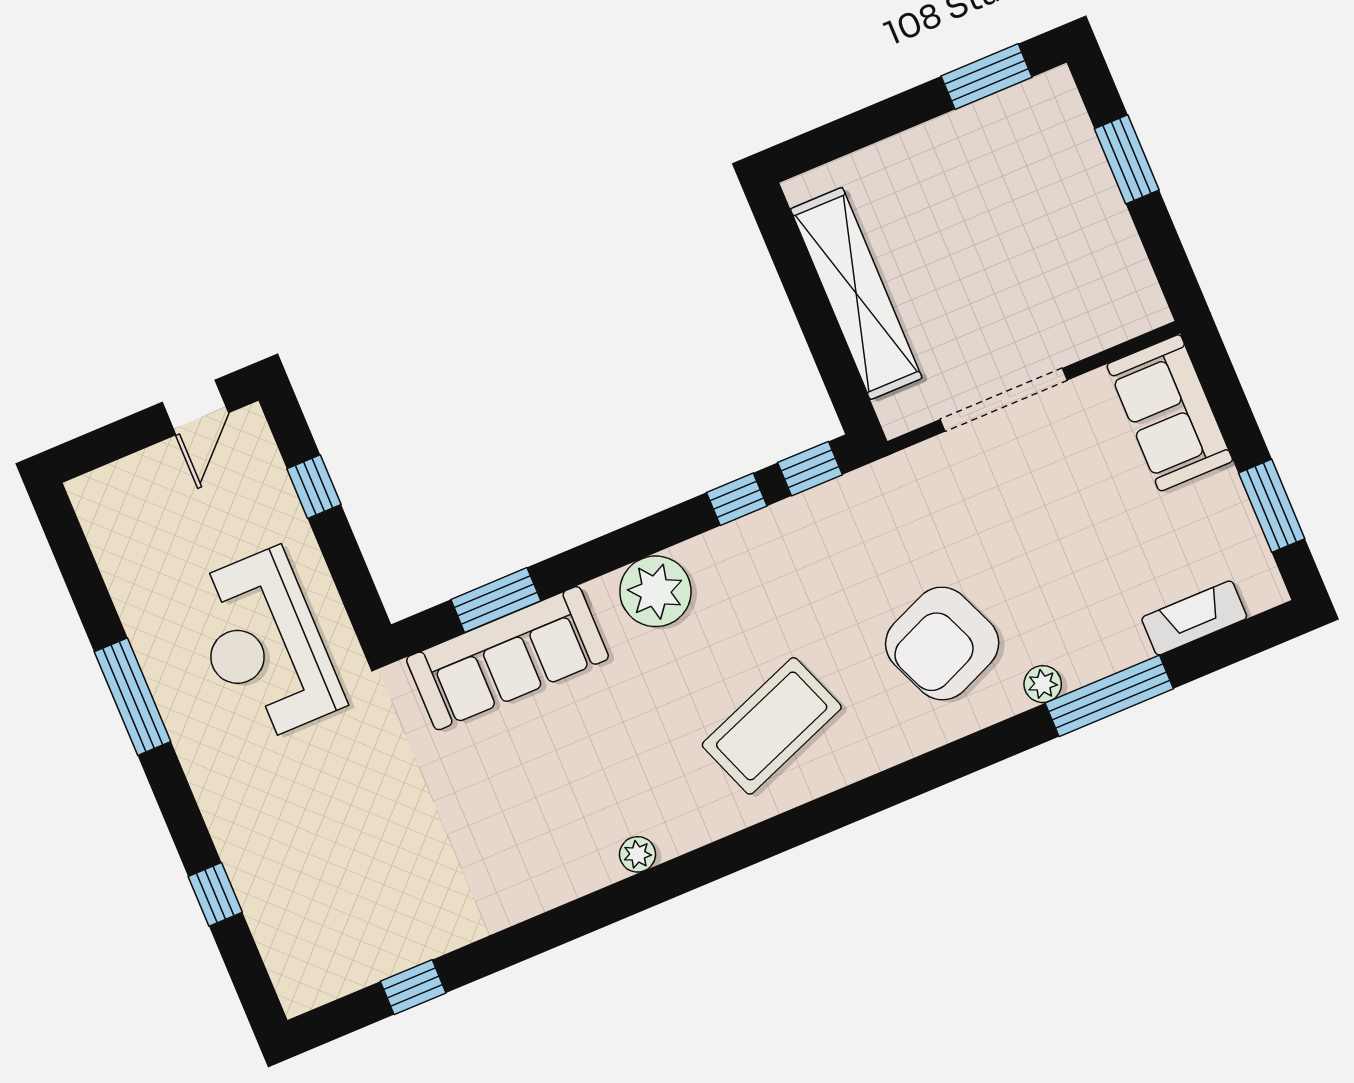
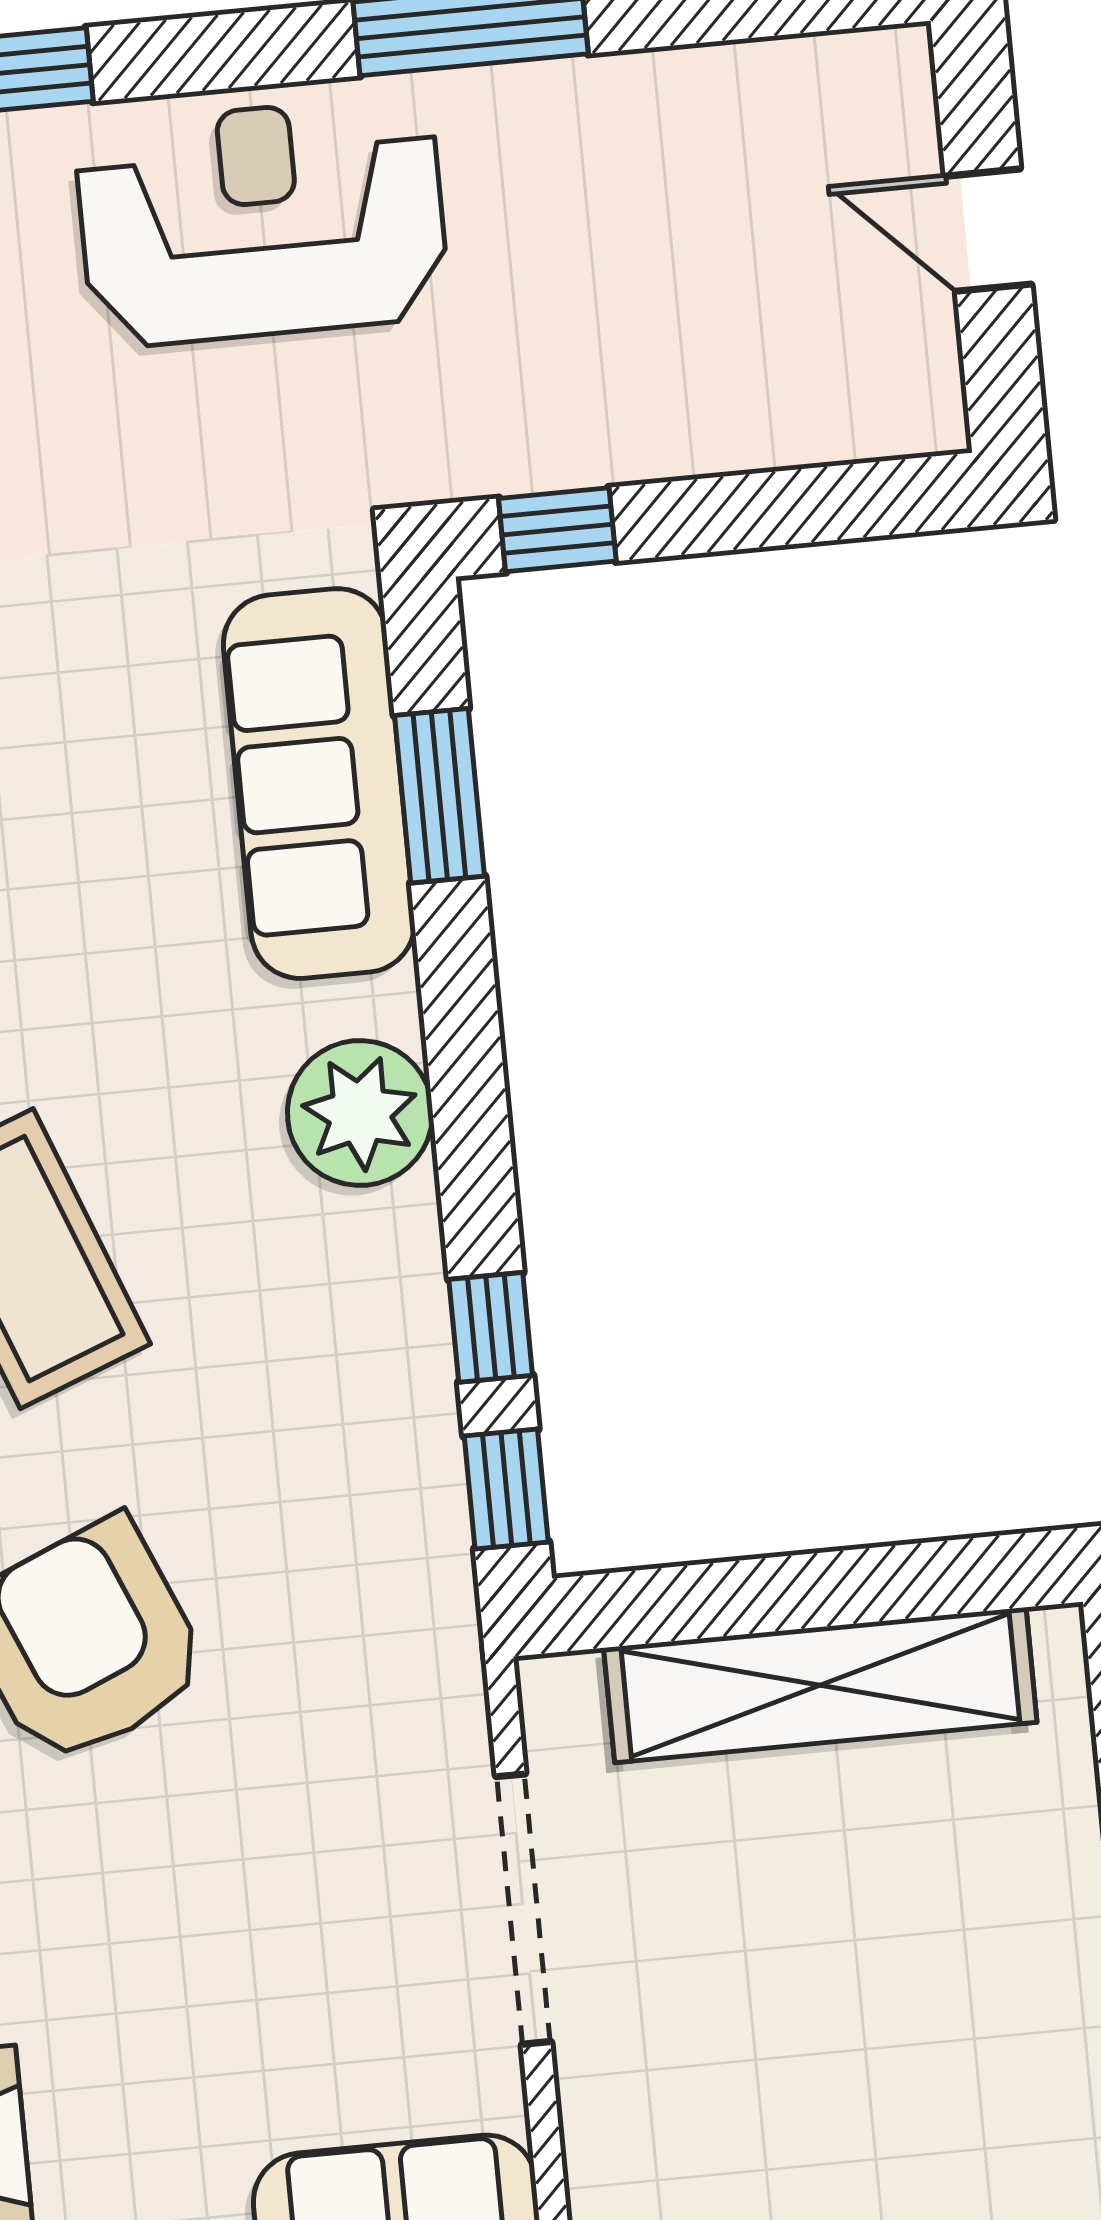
door: (195, 408) -> (988, 230), moved
window: (314, 487) -> (557, 530), moved
reception desk: (264, 646) -> (262, 221), moved

